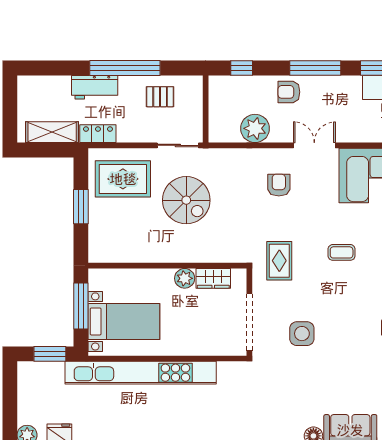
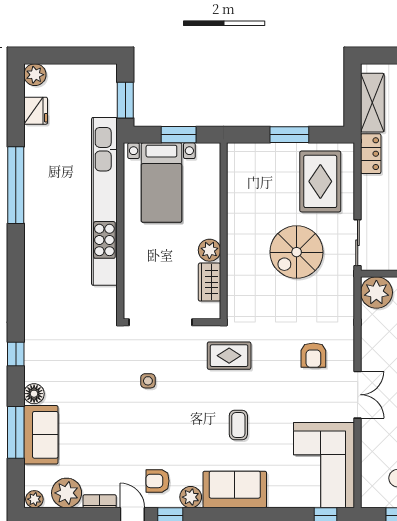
plant: (255, 128) -> (376, 292), moved
armchair: (279, 185) -> (313, 355), turned 90
window: (81, 306) -> (179, 135), width x0.69
side table: (302, 334) -> (148, 381), width x0.54, depth x0.54

